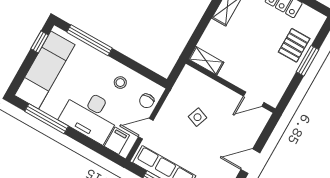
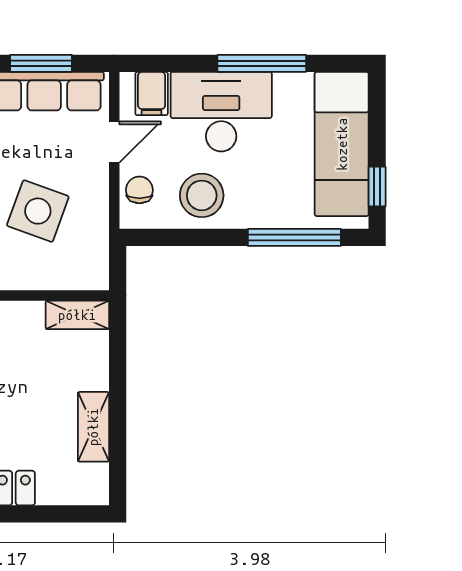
stool: (120, 83) -> (202, 195), width x1.89, depth x1.89
side table: (197, 117) -> (38, 211), width x1.87, depth x1.87
window: (47, 119) -> (262, 63), moved

